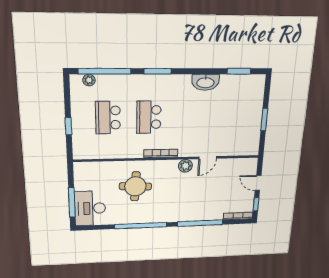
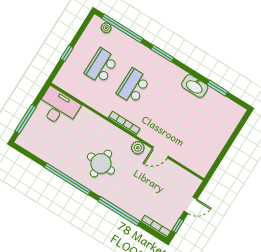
window: (239, 71) -> (217, 88), moved
window: (264, 120) -> (226, 149), removed
door: (258, 183) -> (190, 205), swing flipped
round table: (135, 186) -> (101, 163), moved
desk: (90, 208) -> (58, 107), moved, turned 90

